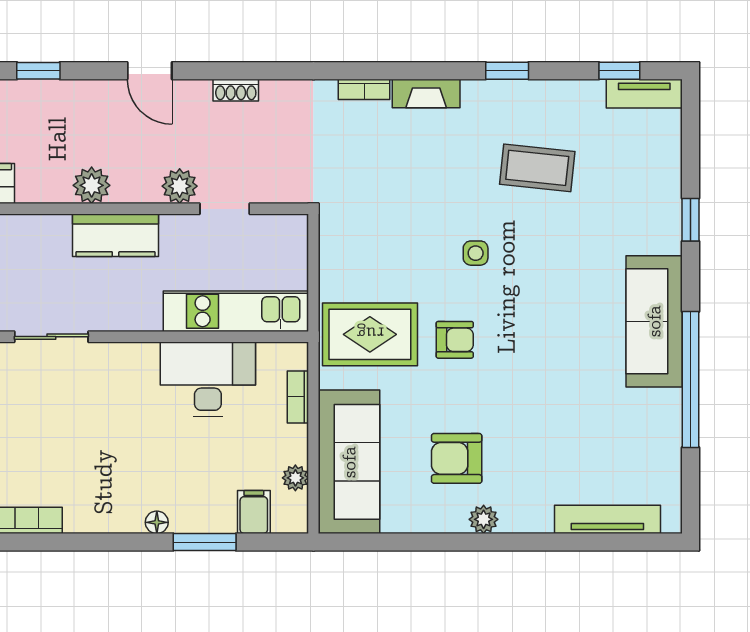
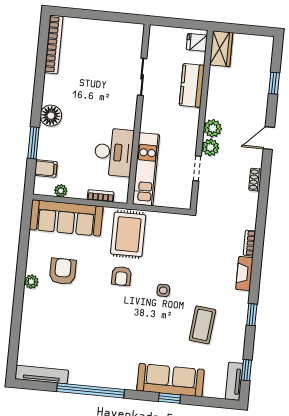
plant: (92, 185) -> (213, 128), moved
kitchen counter: (116, 235) -> (192, 85), moved
sofa: (654, 321) -> (170, 380), moved
tv unit: (607, 519) -> (42, 374), moved, turned -90
floor lamp: (157, 522) -> (51, 116), width x1.89, depth x1.89

